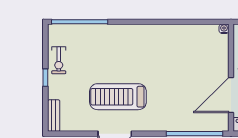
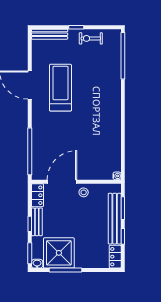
door: (231, 95) -> (62, 182), hinge flipped
bench: (54, 116) -> (50, 34), width x1.36

